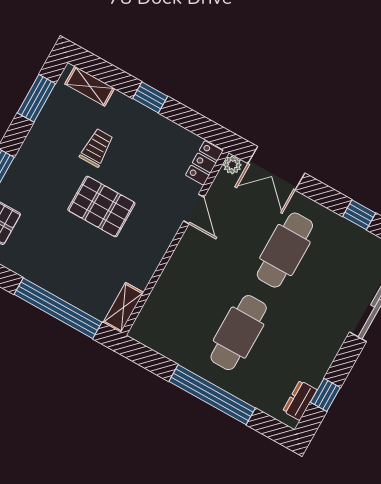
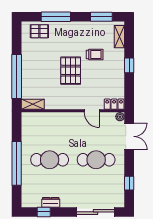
double door: (276, 168) -> (129, 136), swing flipped
door: (194, 209) -> (92, 111), hinge flipped
dresser: (300, 400) -> (51, 202), moved

